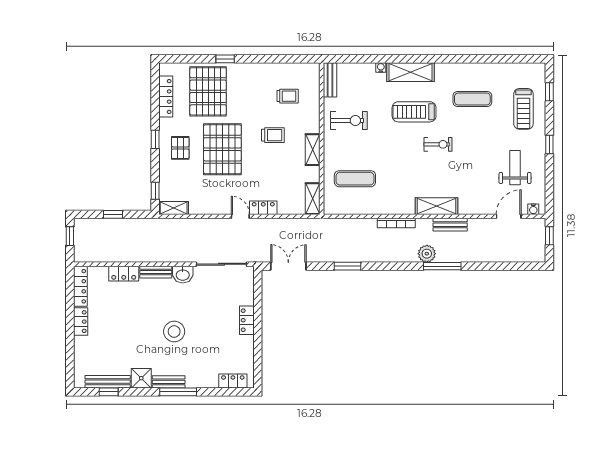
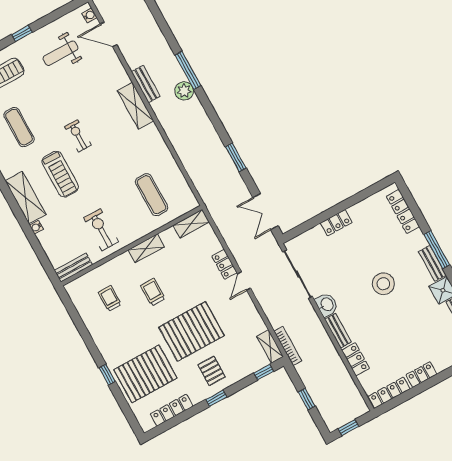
pallet: (180, 148) -> (212, 371), turned 90
bookcase: (396, 223) -> (288, 346), moved
locker: (233, 381) -> (403, 212), width x1.53

